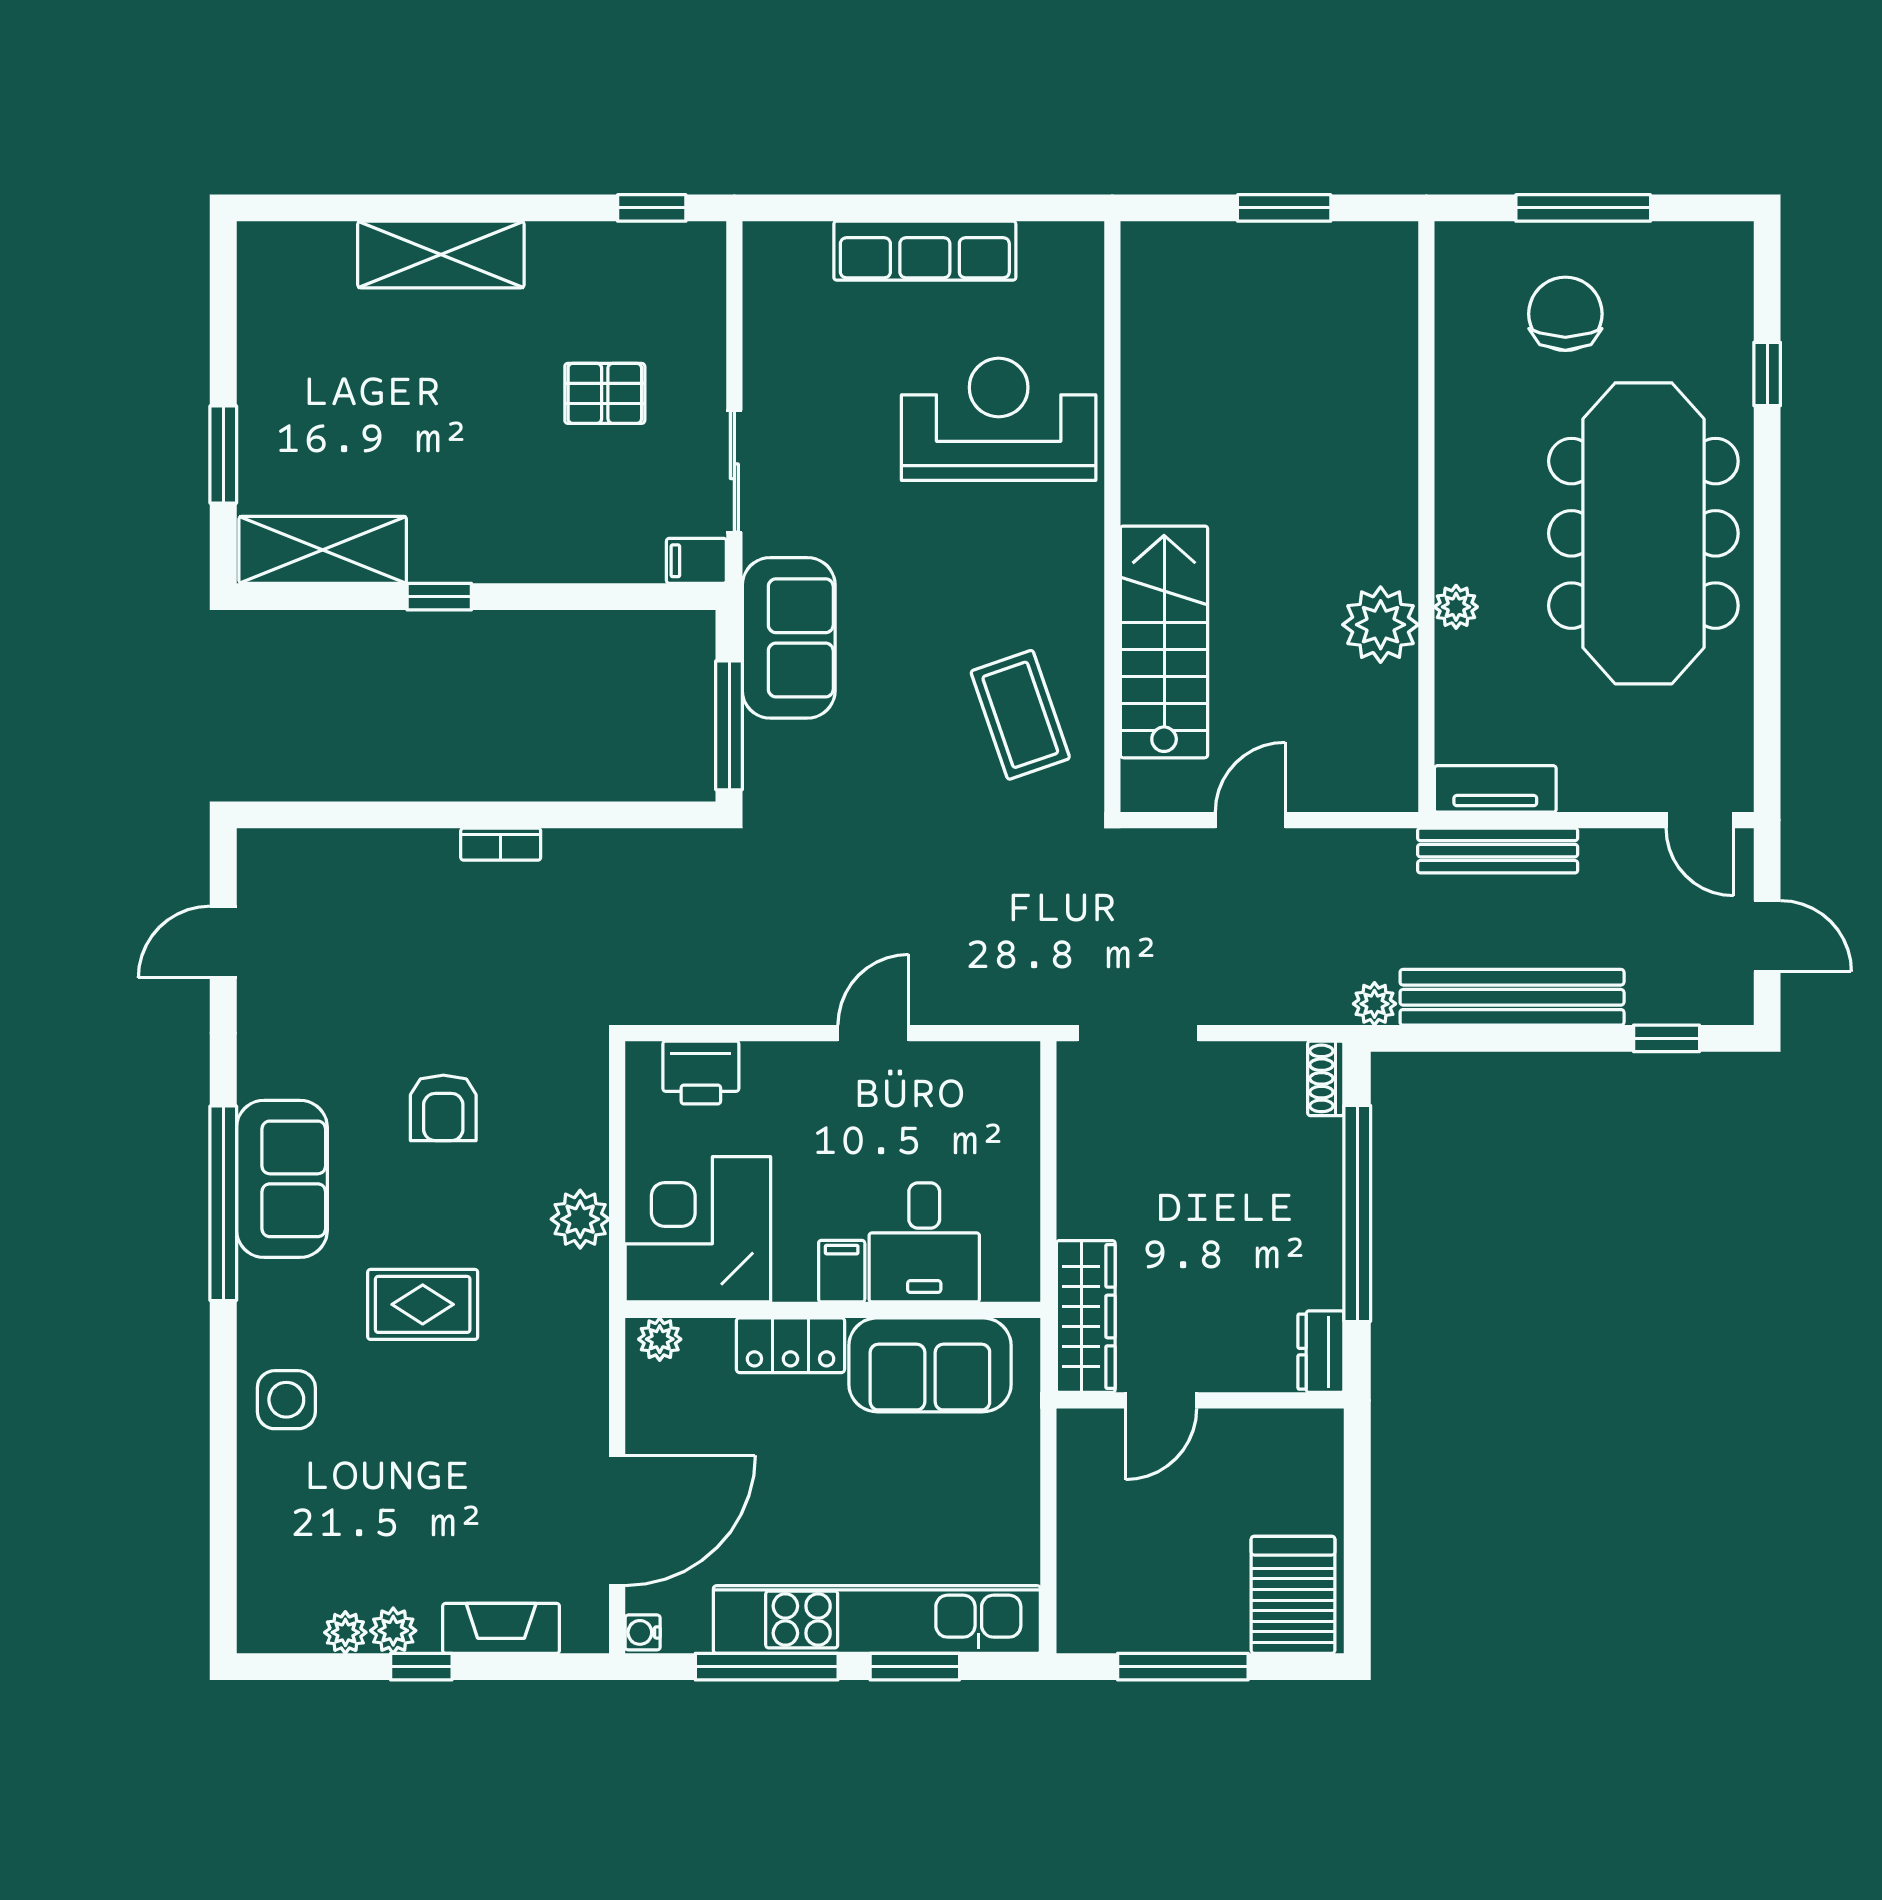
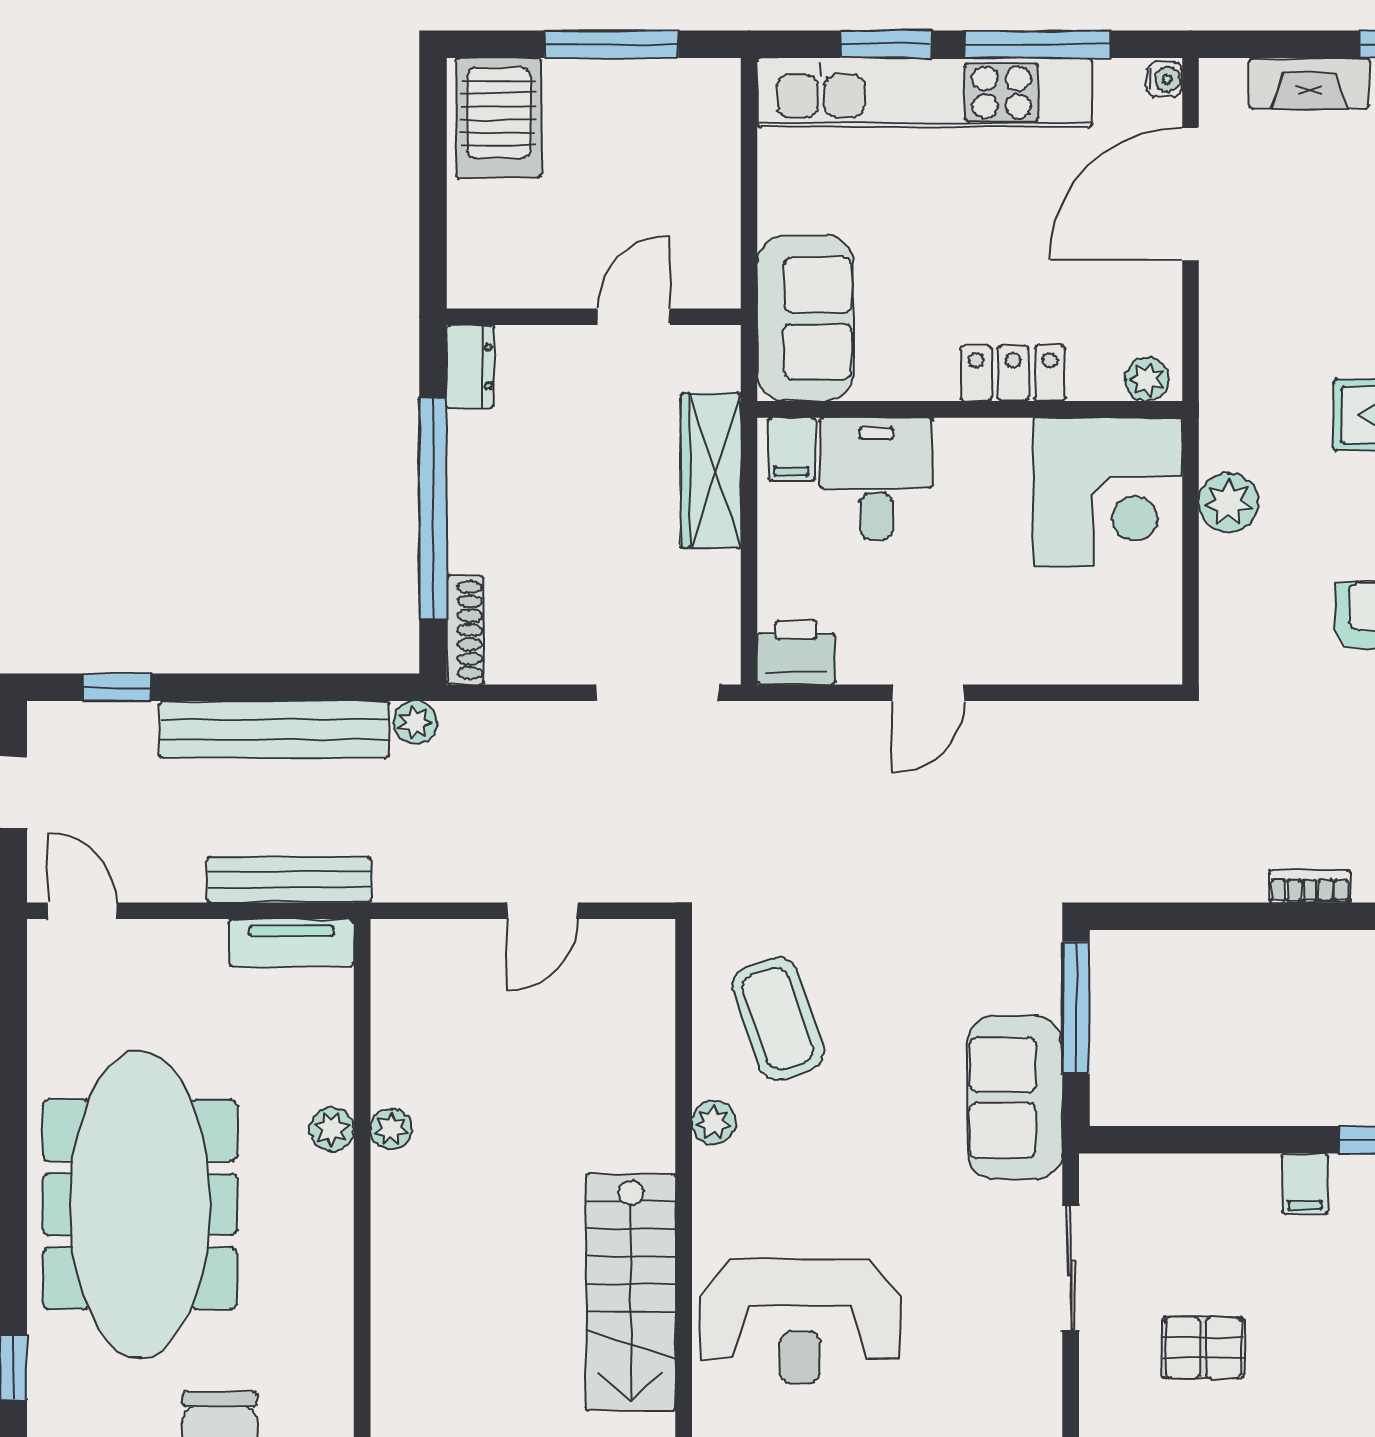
filing cabinet: (696, 561) -> (1305, 1184), moved, turned 90
plant: (1083, 613) -> (714, 1122), added
plant: (1381, 625) -> (391, 1129), width x0.53, depth x0.53
stairs: (1164, 642) -> (631, 1292), moved
printer: (701, 1073) -> (796, 652), moved
shoe rack: (1326, 1078) -> (465, 630), width x1.43
filing cabinet: (842, 1271) -> (792, 449), moved
wardrobe: (1086, 1316) -> (711, 471), moved
sofa: (930, 1365) -> (805, 318), moved, turned 90

